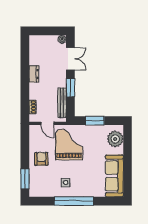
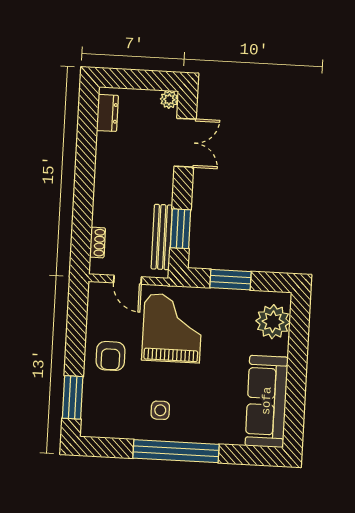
dresser: (34, 74) -> (107, 113), moved
window: (70, 88) -> (180, 229), moved
armchair: (41, 159) -> (111, 356), turned 180

